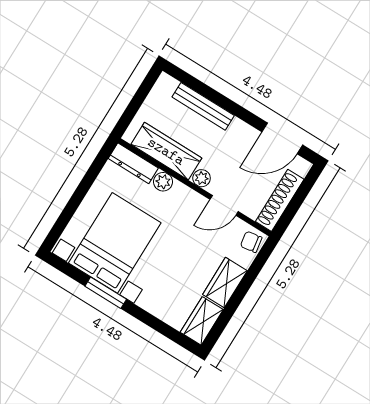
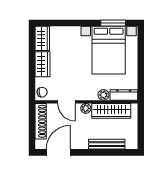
door: (224, 205) -> (66, 102), swing flipped
window: (106, 293) -> (113, 23), moved

